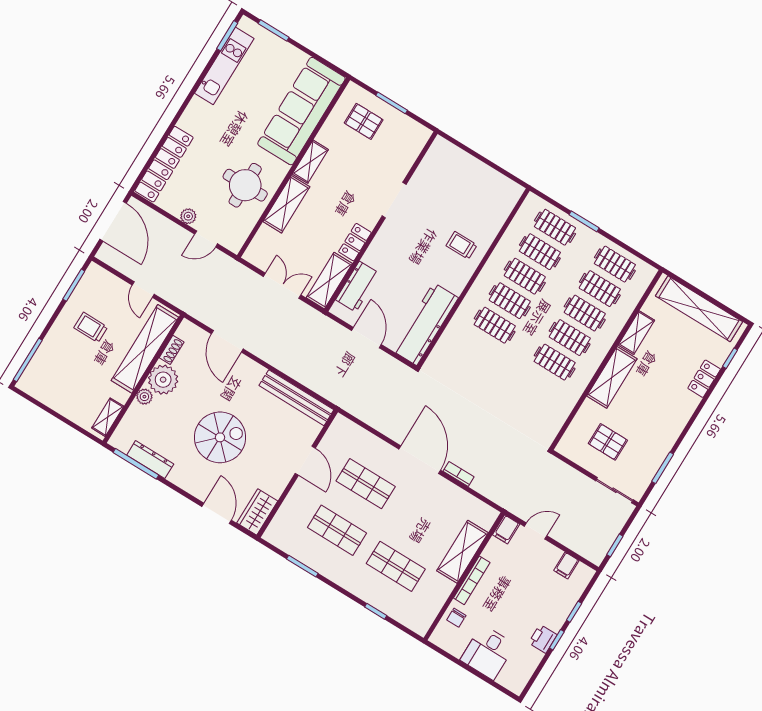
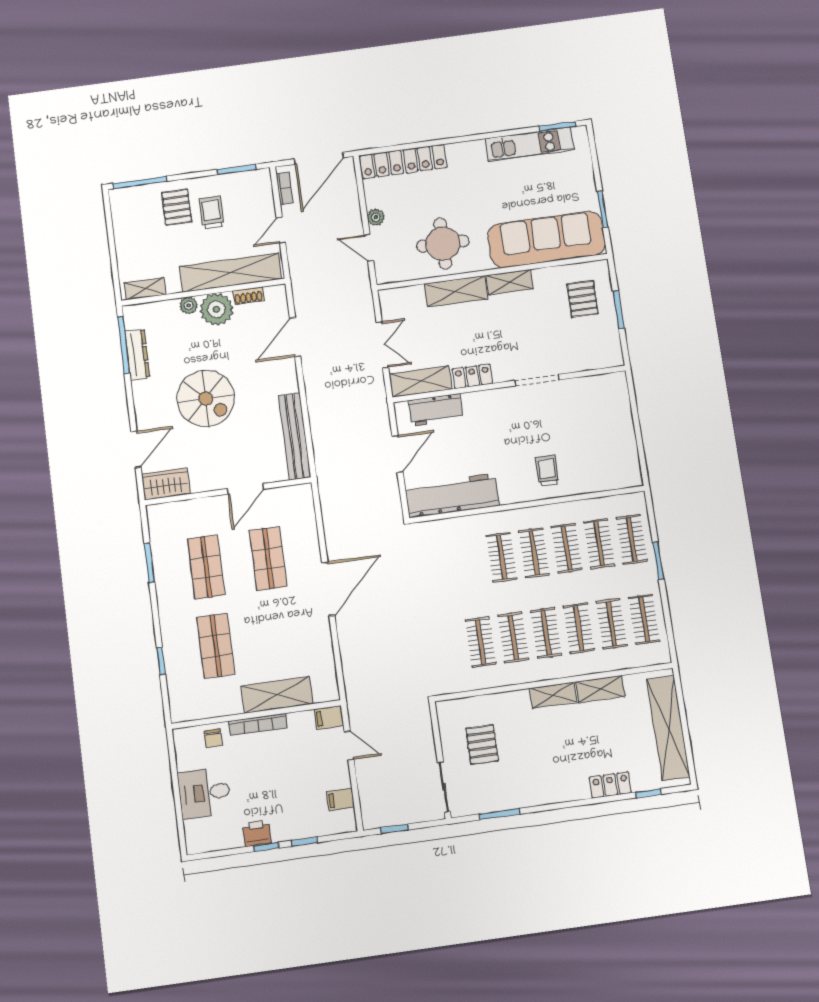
window: (274, 30) -> (603, 209), moved
pallet: (67, 349) -> (177, 207), added
shelving: (612, 377) -> (553, 695), width x0.67, depth x0.75
clothes rail: (540, 387) -> (481, 642), added
bookcase: (459, 474) -> (285, 188), moved
chair: (456, 618) -> (213, 738), turned -90

